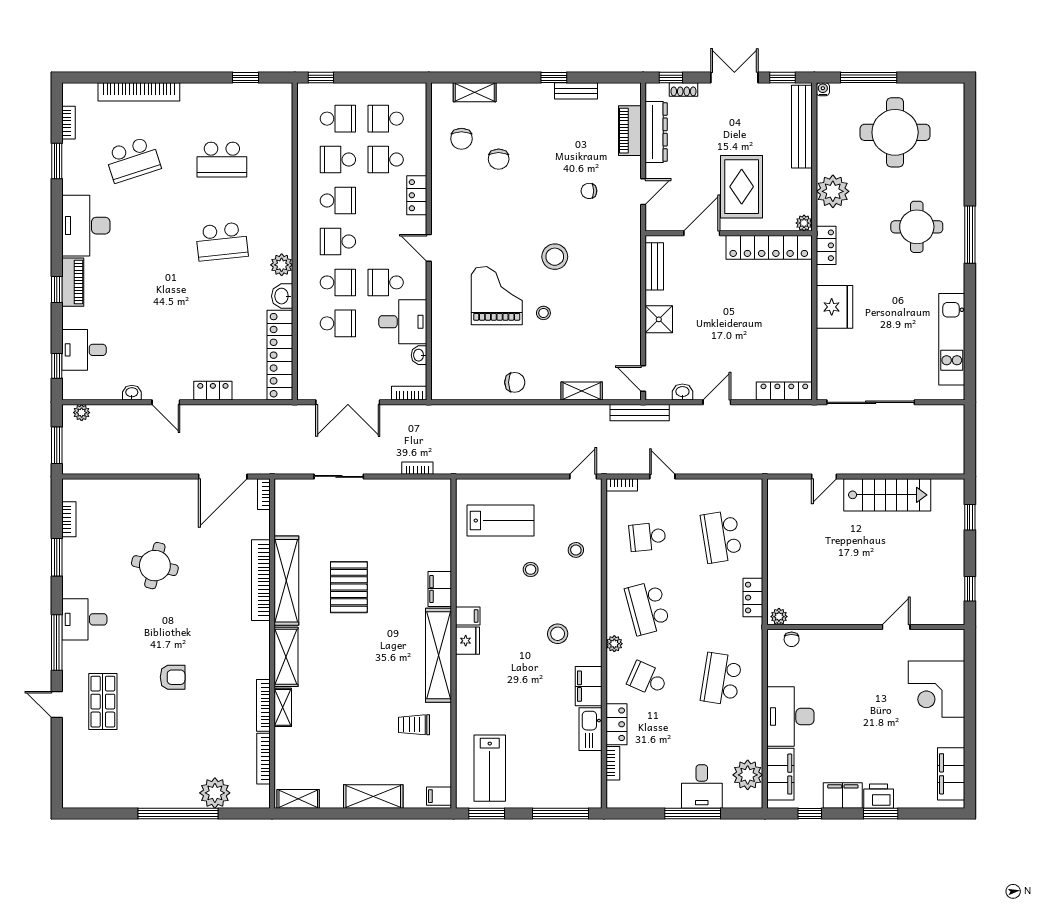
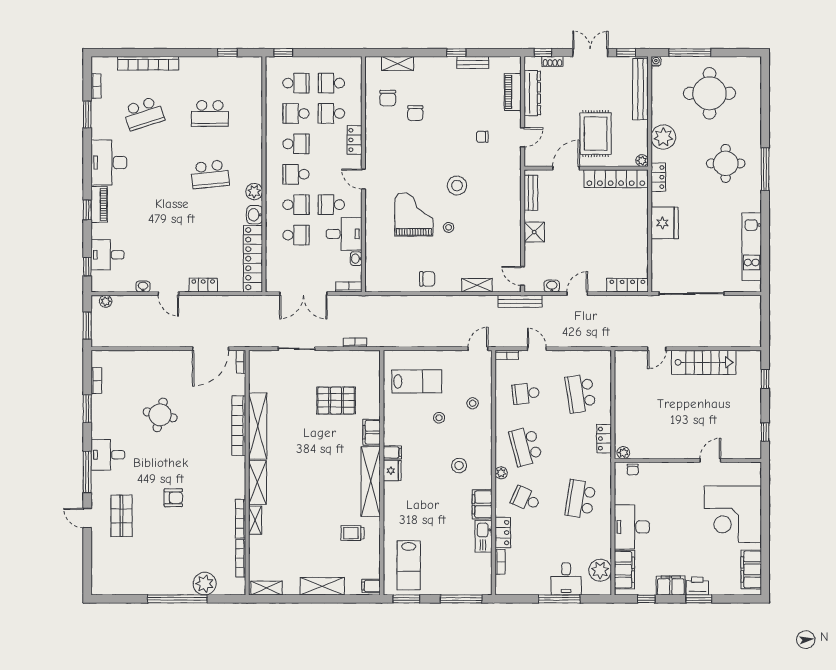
pallet: (349, 587) -> (336, 401), moved, turned 90
corner desk: (937, 689) -> (733, 514), width x1.36, depth x1.36

